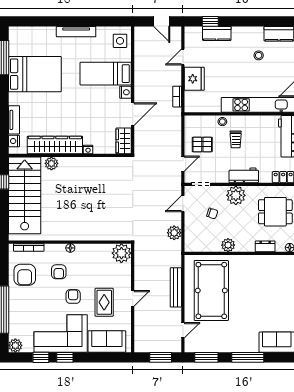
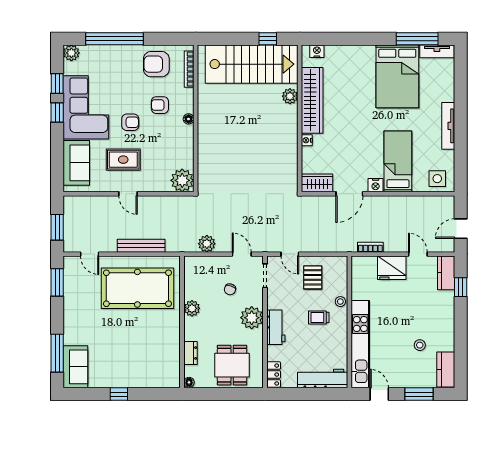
kitchen counter: (217, 33) -> (446, 273), moved
door: (133, 114) -> (349, 194), hinge flipped
tv unit: (14, 120) -> (437, 51), moved
window: (248, 357) -> (57, 353), moved

